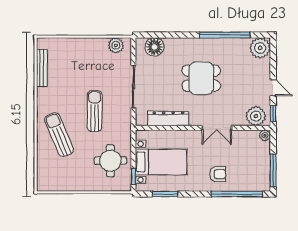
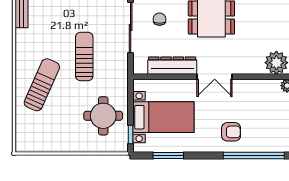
chair: (158, 80) -> (160, 19), added
double door: (217, 128) -> (215, 77), moved
sun lounger: (59, 135) -> (42, 85), turned 47

